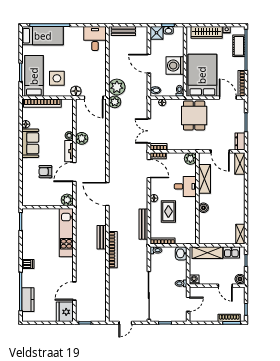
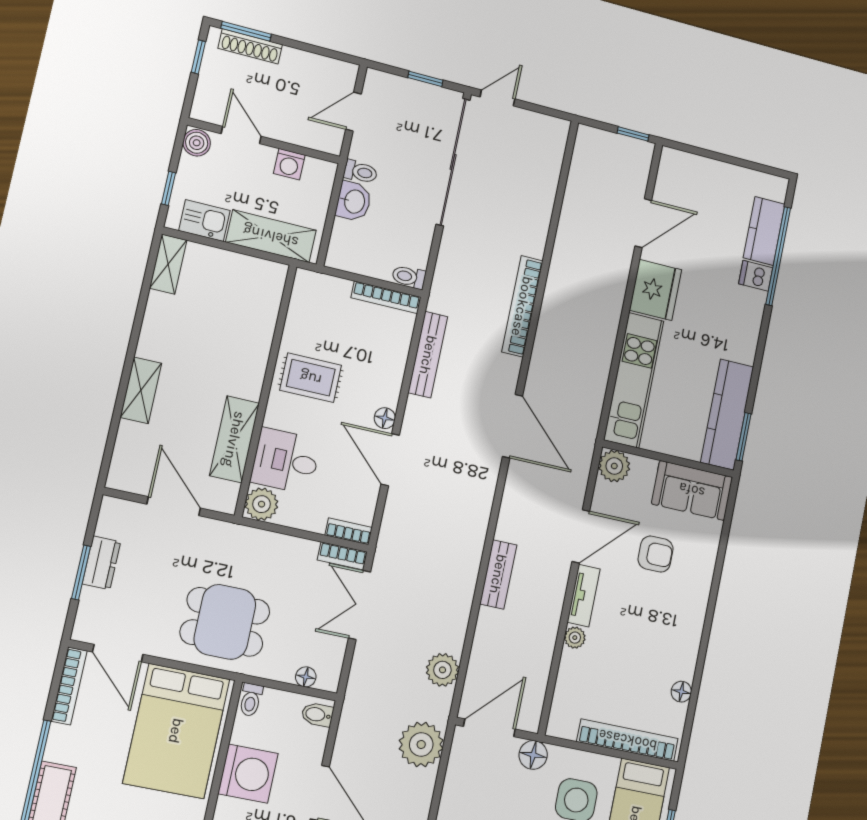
door: (94, 98) -> (489, 728), hinge flipped
plant: (115, 102) -> (442, 670), moved
dining table: (194, 115) -> (225, 622), turned 90
double door: (149, 131) -> (359, 605), swing flipped
plant: (82, 138) -> (544, 623), removed
dresser: (240, 141) -> (102, 563), moved
sofa: (30, 143) -> (692, 490), moved, turned -90
shelving: (240, 163) -> (141, 390), moved
door: (149, 169) -> (390, 460), moved
desk: (185, 186) -> (286, 461), moved
door: (107, 194) -> (513, 426), moved
boiler: (203, 208) -> (255, 361), removed
rug: (168, 211) -> (311, 378), moved, turned 90
kitchen counter: (29, 228) -> (727, 415), added
bench: (102, 237) -> (498, 574), moved
washbasin: (181, 253) -> (354, 201), moved
dishwasher: (28, 264) -> (756, 276), moved
washing machine: (194, 280) -> (289, 164), moved
fridge: (65, 312) -> (656, 290), moved
door: (125, 323) -> (497, 98), moved

